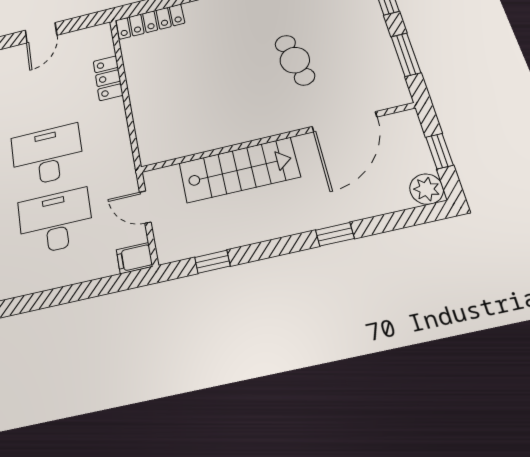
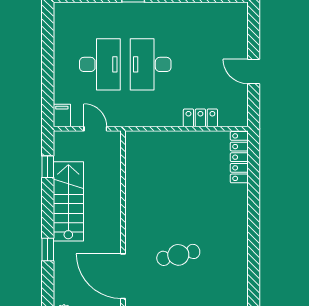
desk: (47, 155) -> (151, 64), turned 180
stairs: (239, 170) -> (68, 201), moved, turned 180
door: (145, 207) -> (95, 129), hinge flipped

